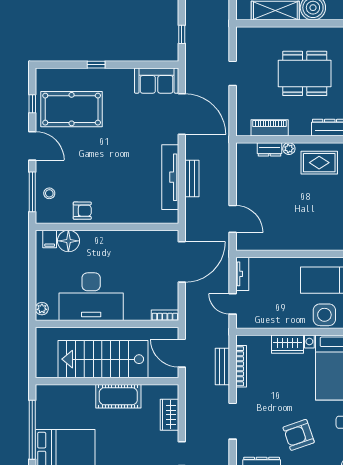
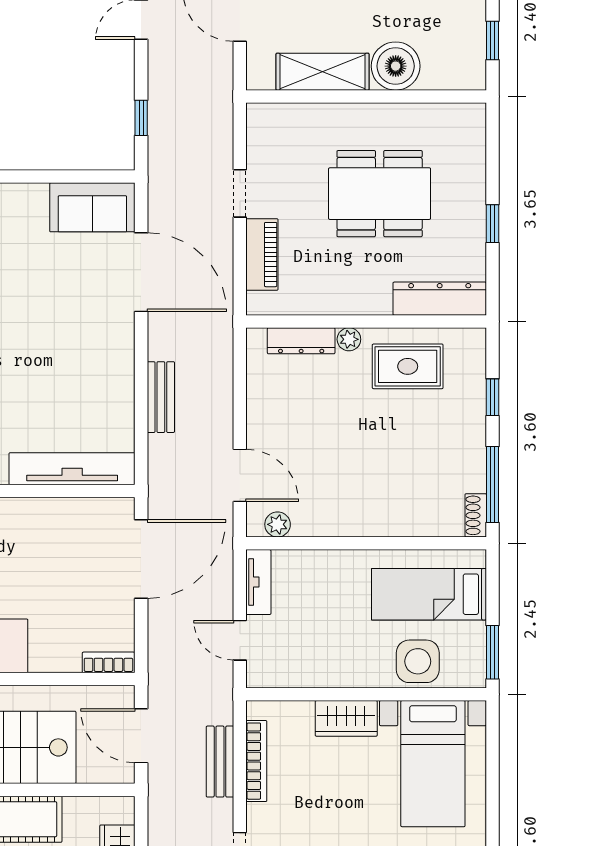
piano: (270, 128) -> (262, 255), moved, turned 90
dresser: (270, 149) -> (301, 341), width x1.44
tv unit: (170, 177) -> (72, 469), moved, turned 90
plant: (252, 244) -> (278, 524), added

